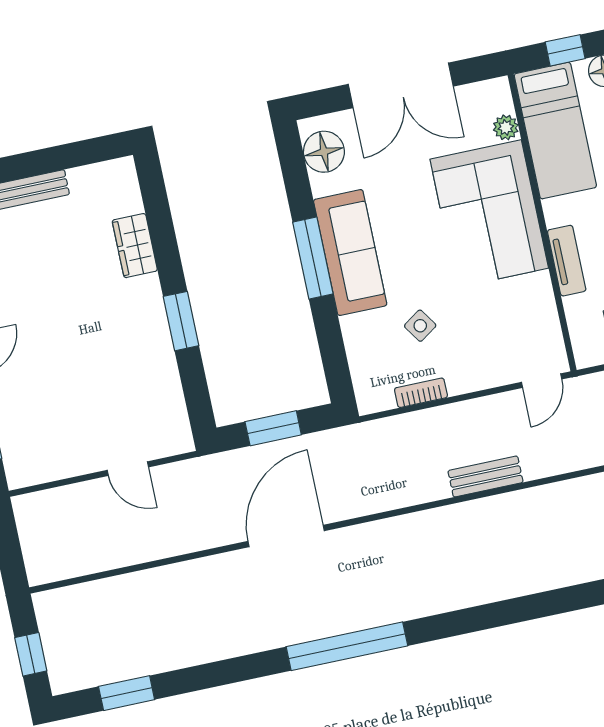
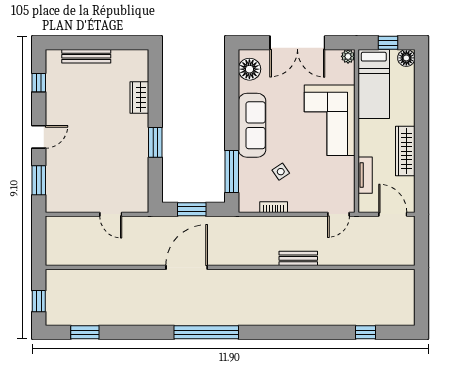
plant: (506, 127) -> (348, 56), moved
window: (313, 258) -> (232, 171), moved
tv unit: (567, 261) -> (365, 175), moved

